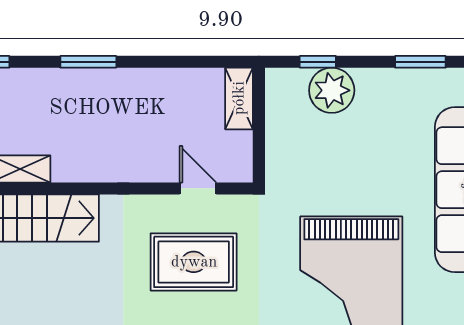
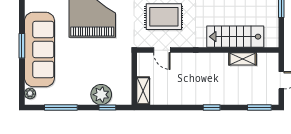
window: (88, 62) -> (212, 108), width x0.67
window: (420, 62) -> (61, 108), width x1.44

